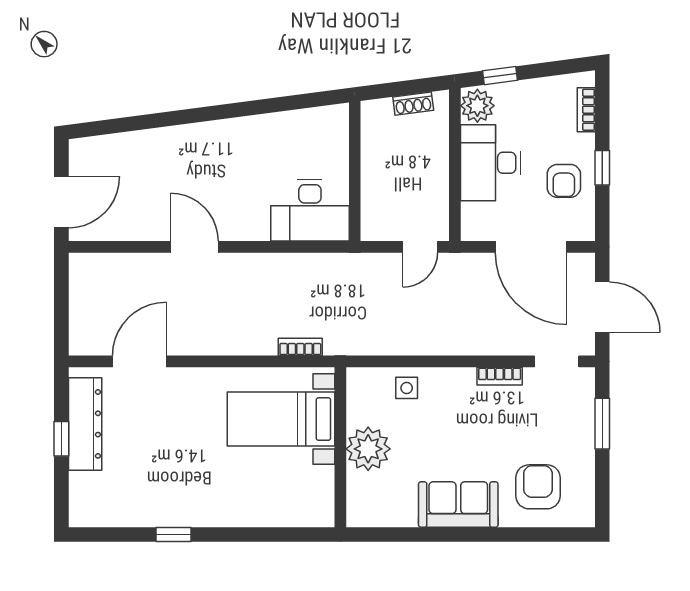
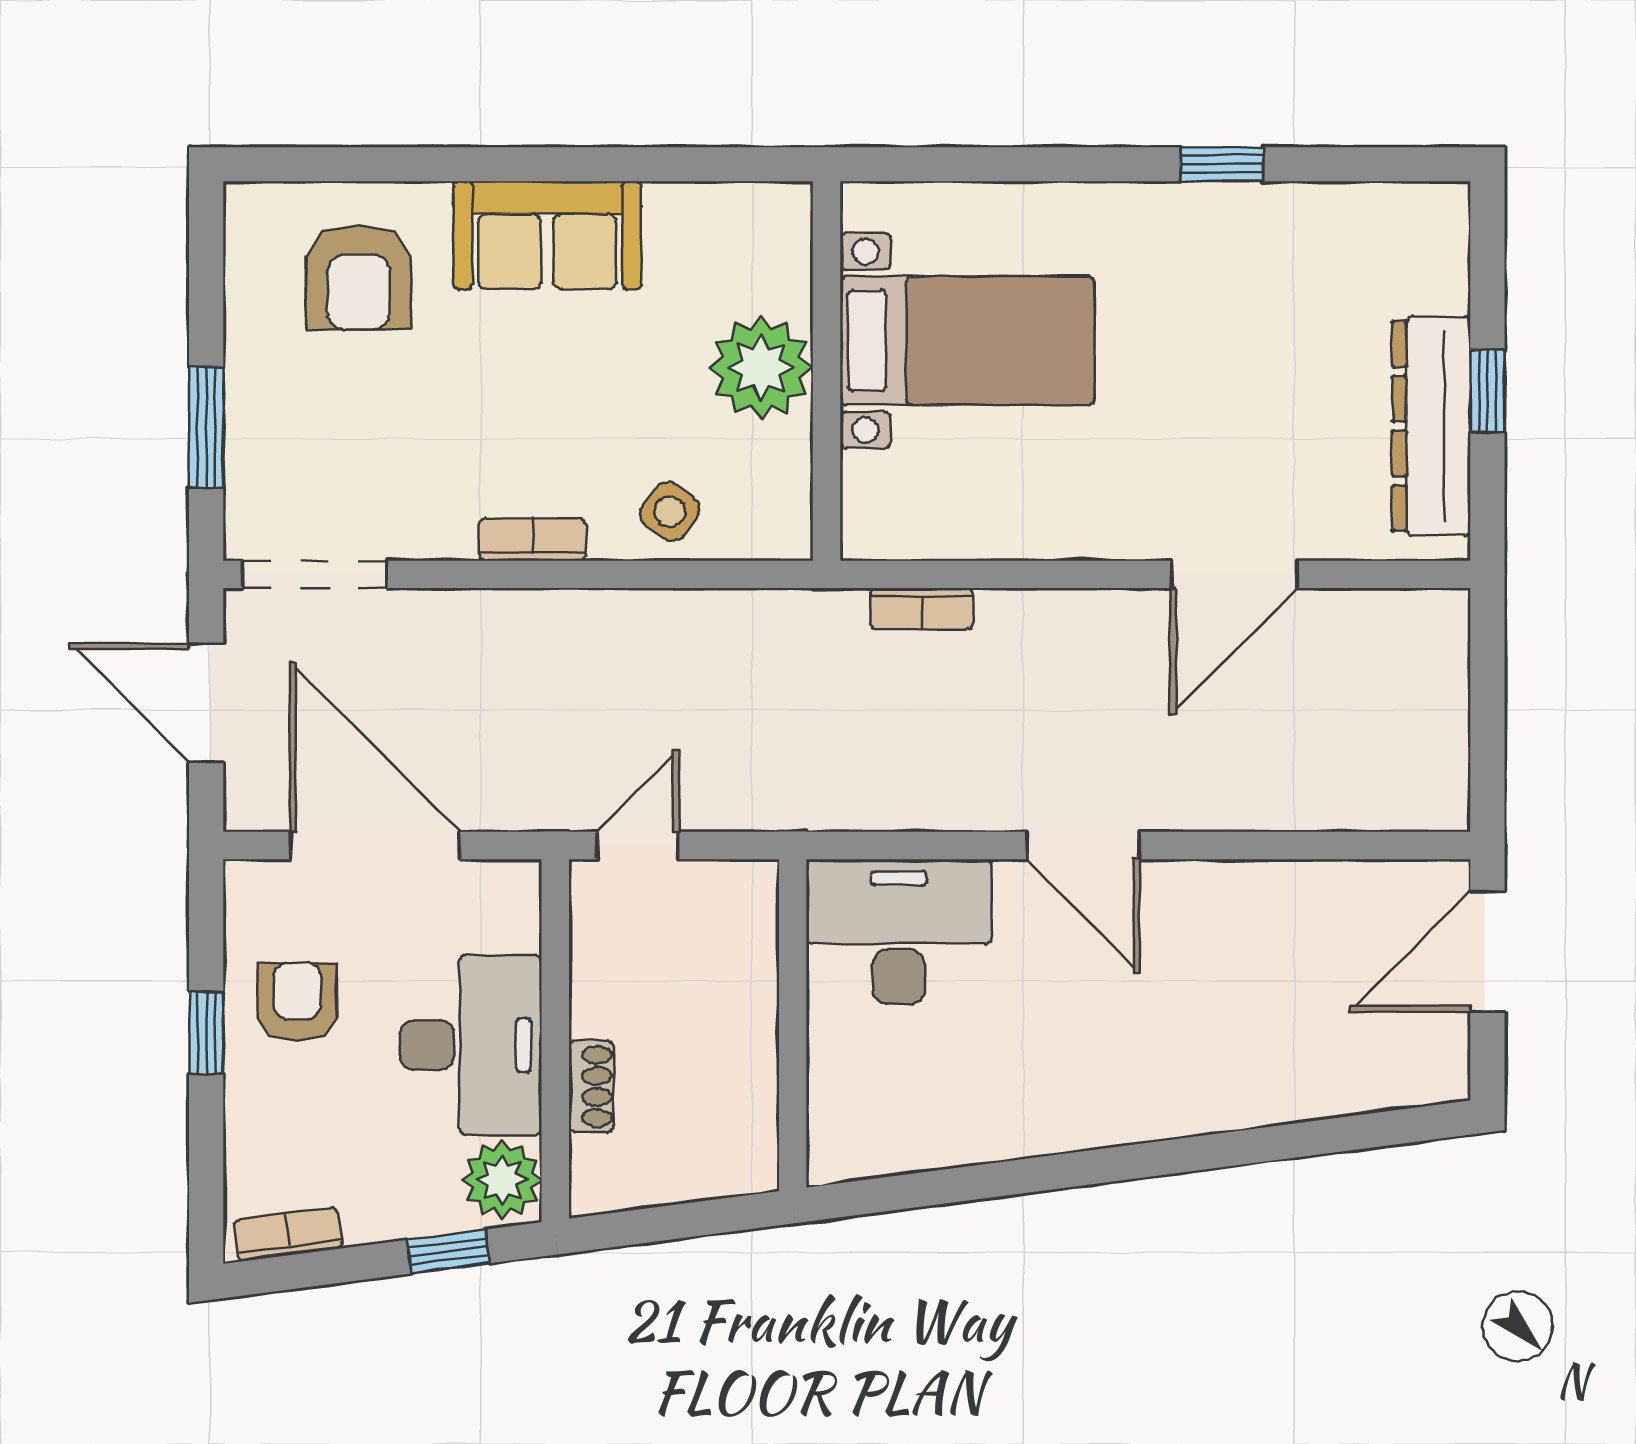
shoe rack: (413, 104) -> (591, 1086), moved, turned 97
bookcase: (586, 110) -> (288, 1234), moved, turned -97
door: (194, 247) -> (1083, 846), moved
door: (139, 361) -> (1234, 574), moved
doorway: (557, 361) -> (315, 574), width x1.38
bookcase: (500, 376) -> (532, 540), moved
side table: (407, 388) -> (670, 511), turned 36
bed with nightstands: (281, 419) -> (967, 341), moved

